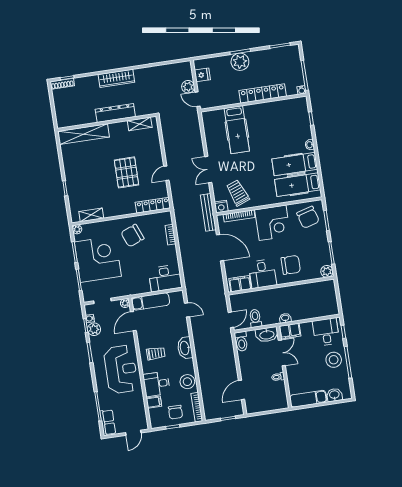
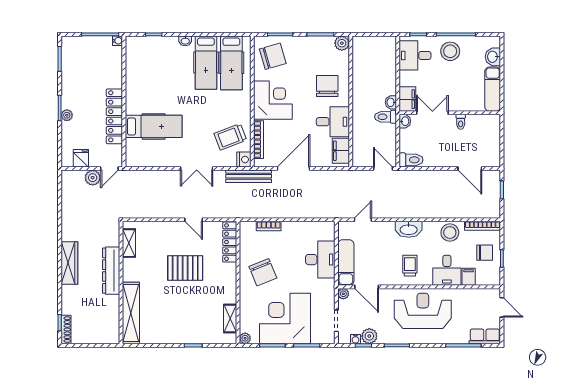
plant: (240, 62) -> (67, 115), width x0.53, depth x0.53
locker: (263, 93) -> (114, 116), moved
desk: (165, 278) -> (320, 260), moved
toilet: (255, 318) -> (386, 117), moved
washbasin: (267, 335) -> (405, 121), width x0.52, depth x0.69

